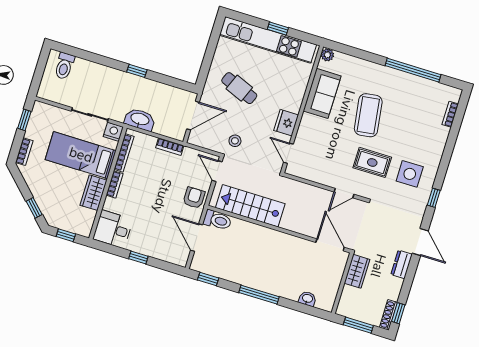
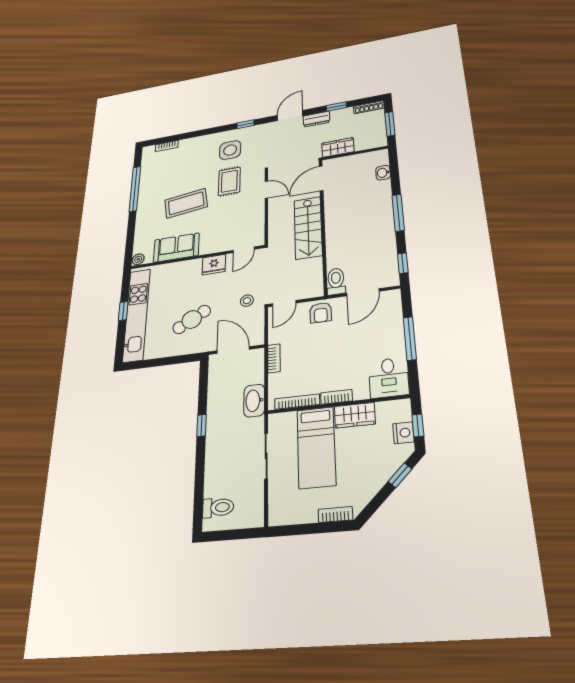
cafe table: (239, 88) -> (192, 319), turned 38
window: (24, 120) -> (296, 530), removed
nightstand: (113, 132) -> (403, 433), moved, turned 180
armchair: (194, 198) -> (321, 313), turned -90
stairs: (250, 206) -> (308, 228), moved
window: (138, 258) -> (410, 338), width x2.17
window: (398, 313) -> (336, 107), moved

